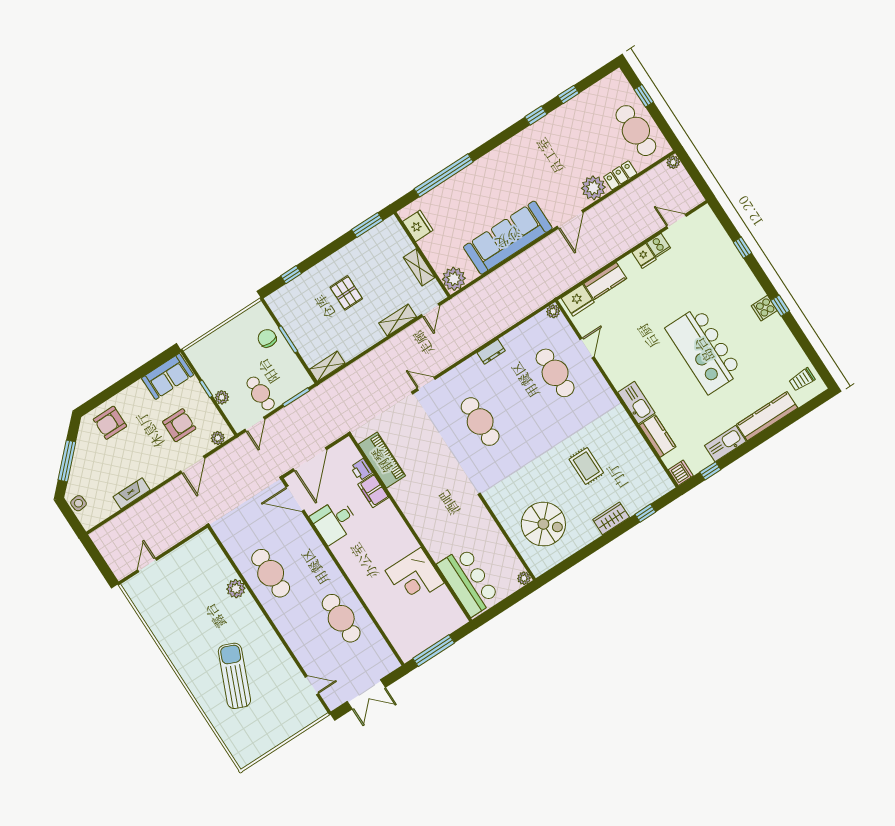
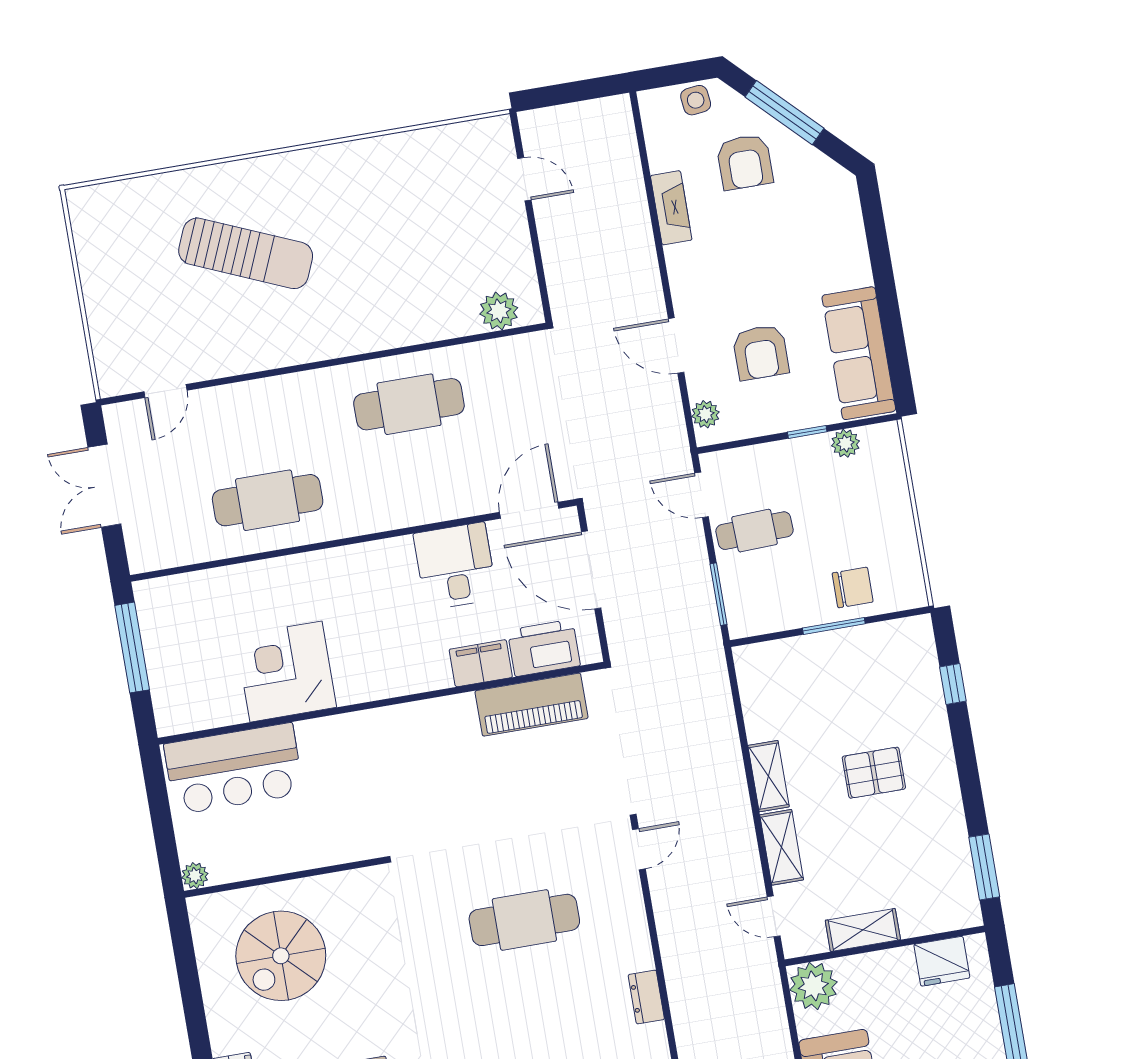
shelving: (327, 366) -> (769, 776), moved
sofa: (168, 376) -> (859, 353), width x1.36
plant: (222, 397) -> (845, 443), moved
armchair: (110, 423) -> (745, 162), moved, turned 180
printer: (361, 470) -> (544, 648), width x1.87, depth x1.48
plant: (236, 589) -> (499, 311), moved

